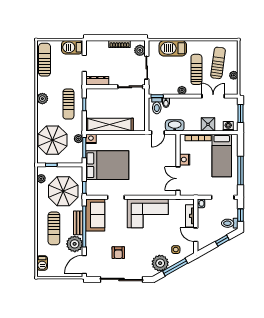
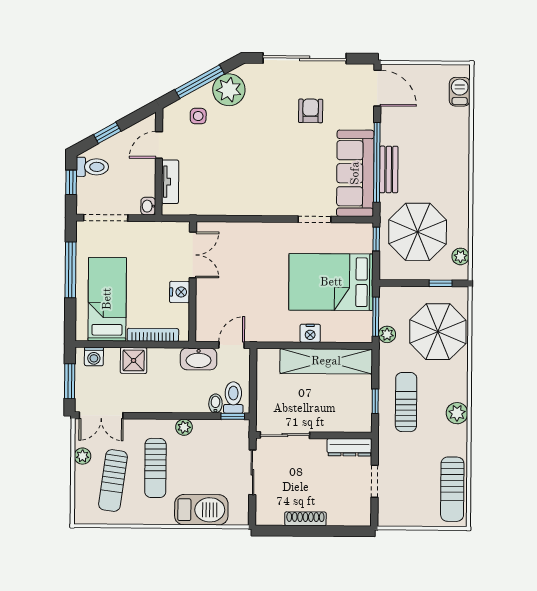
barbecue: (72, 47) -> (398, 513), removed
plant: (140, 50) -> (266, 506), removed
double door: (213, 96) -> (101, 415), moved
nightstand: (91, 139) -> (310, 333), moved
corner sofa: (148, 213) -> (253, 187), removed
sofa: (95, 215) -> (355, 173), width x1.36
sun lounger: (54, 228) -> (436, 159), removed
door: (196, 235) -> (159, 145), swing flipped
plant: (75, 244) -> (396, 129), removed
door: (84, 265) -> (377, 88), hinge flipped

